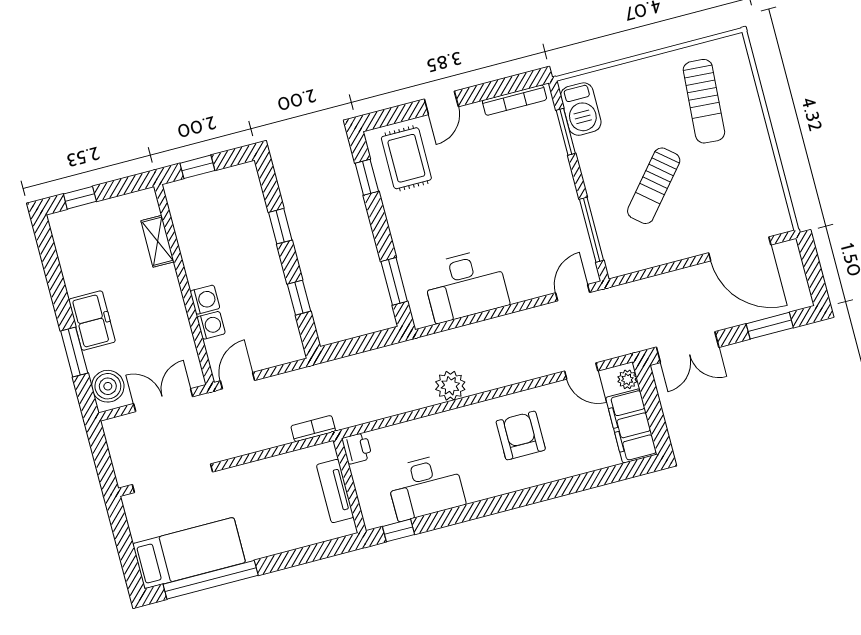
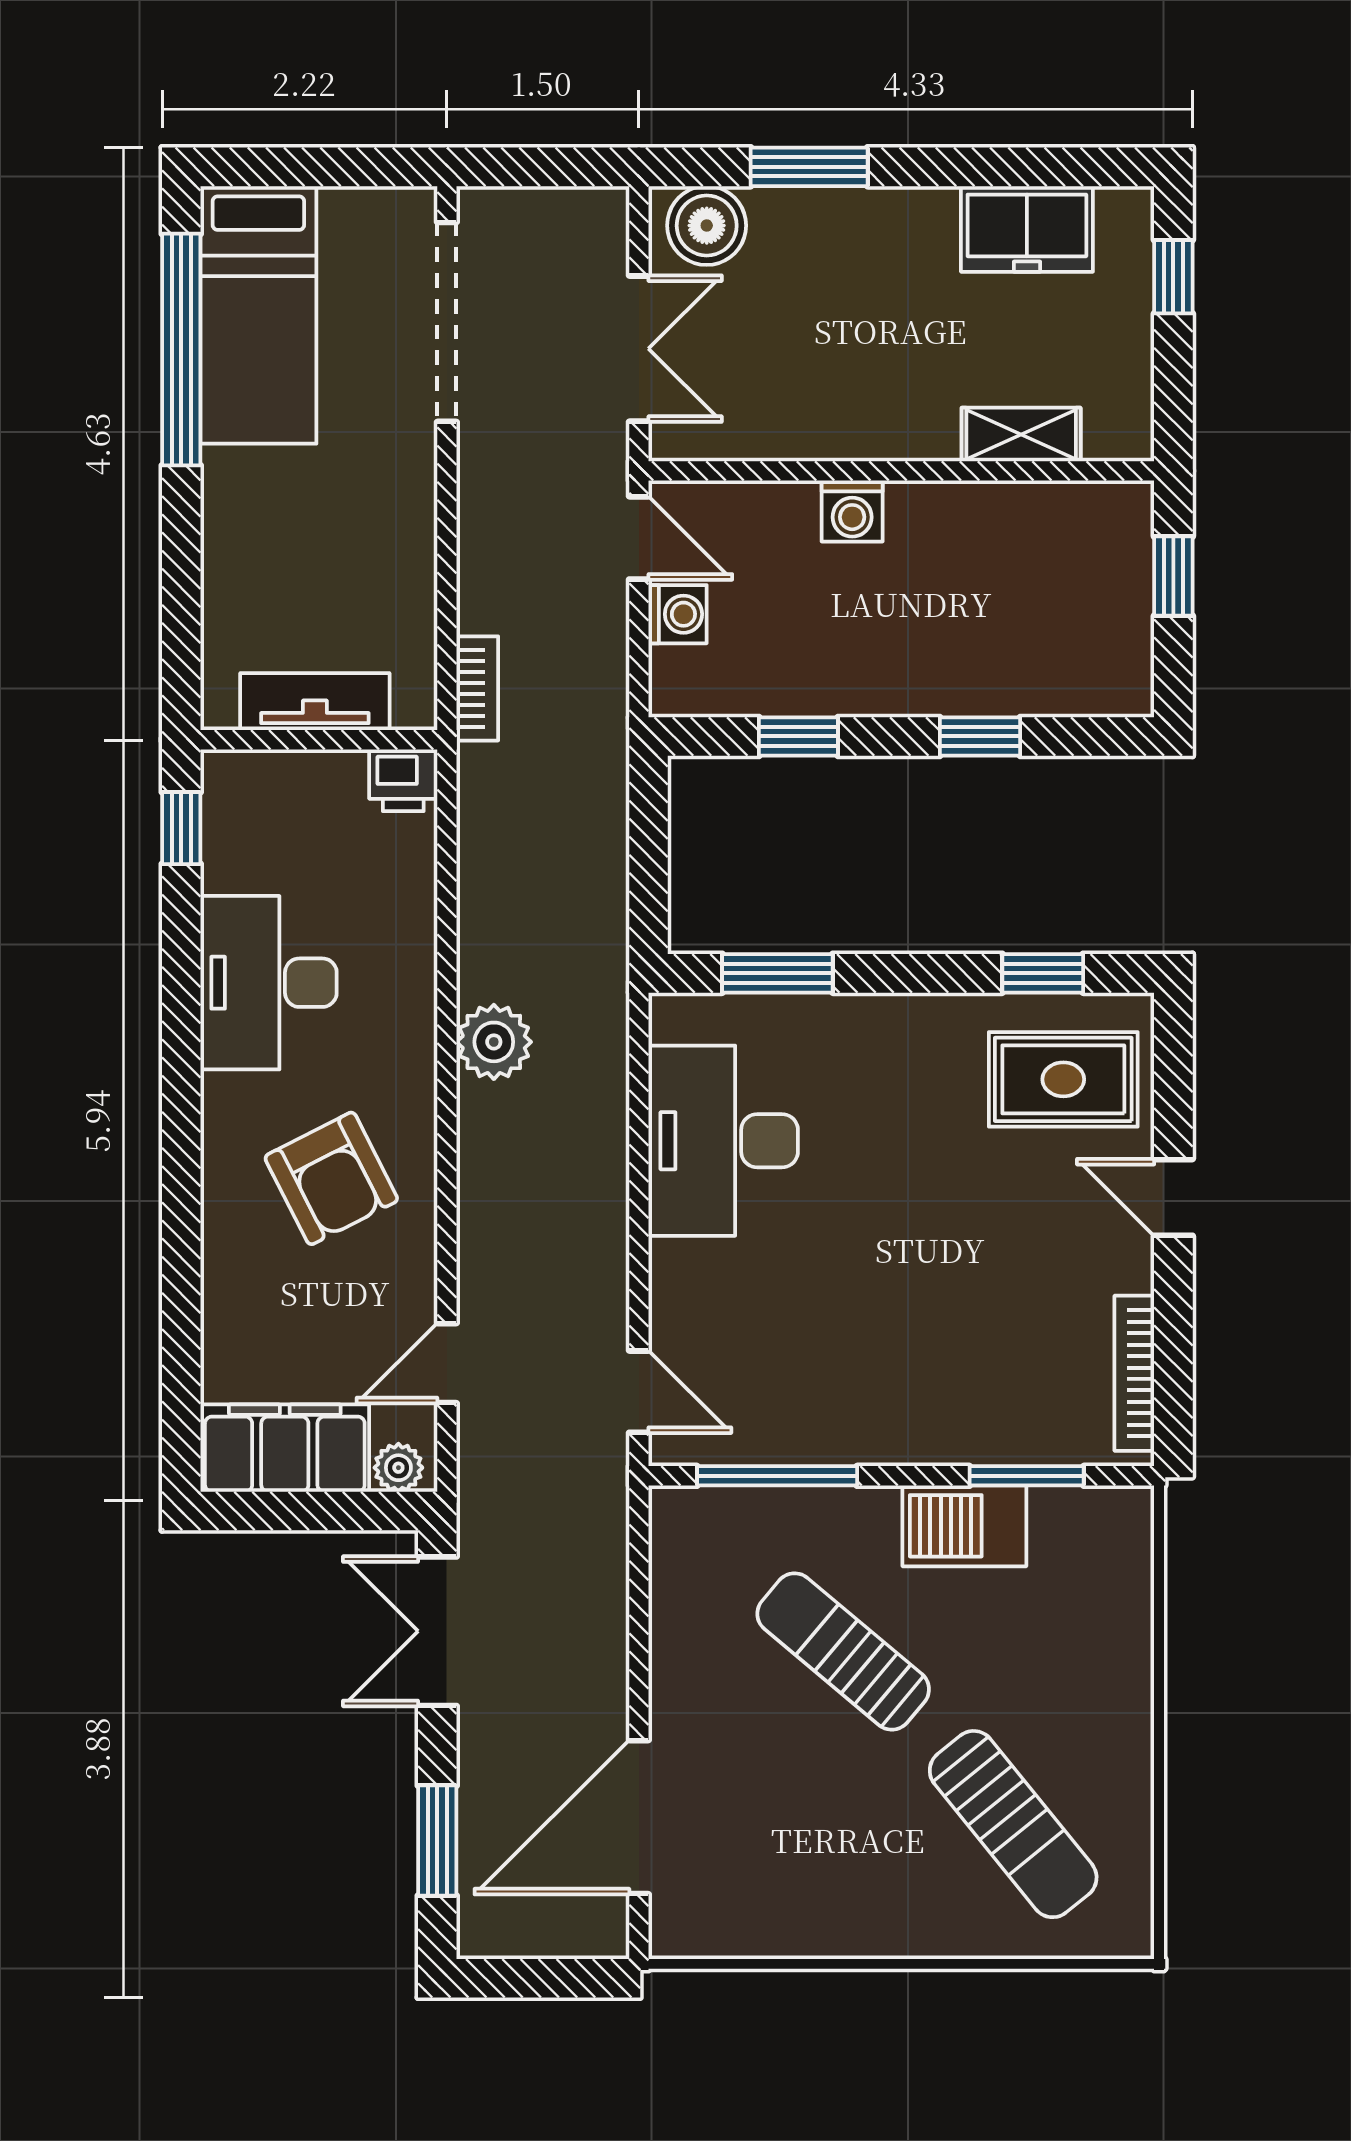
sun lounger: (704, 101) -> (1013, 1824), turned -133
barbecue: (581, 109) -> (964, 1526), moved
freezer: (92, 321) -> (1027, 229), moved
washing machine: (211, 325) -> (678, 614), moved, turned -90
armchair: (521, 435) -> (331, 1178), turned 63
desk: (425, 487) -> (269, 983), moved

